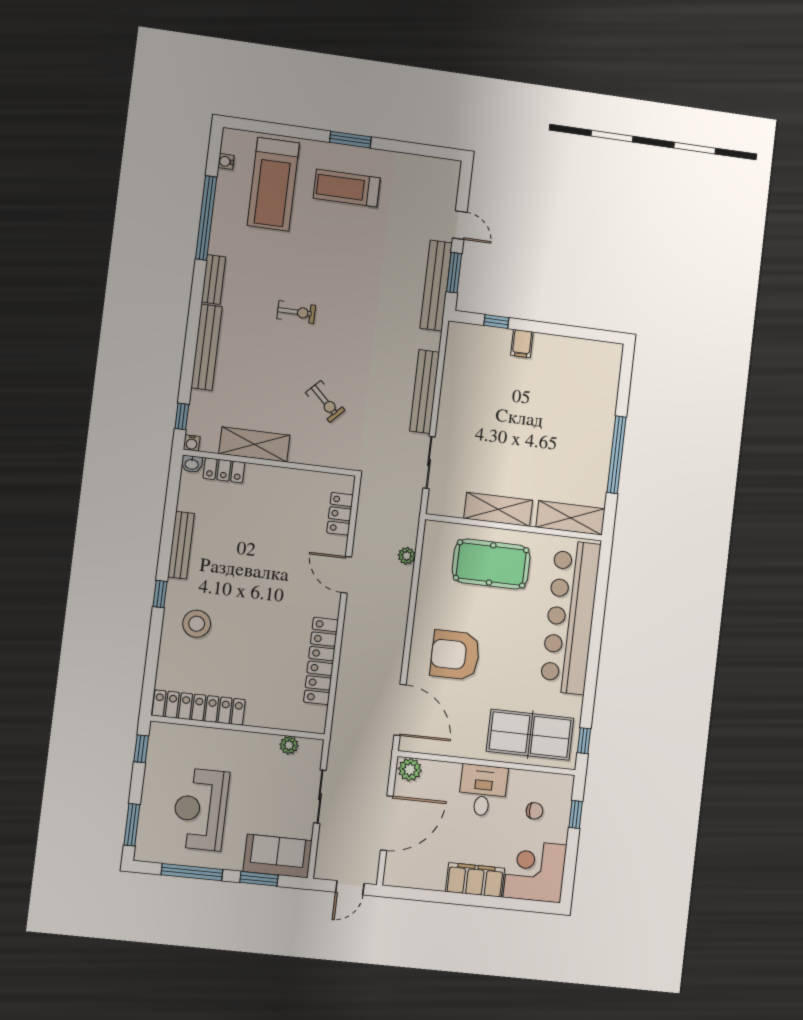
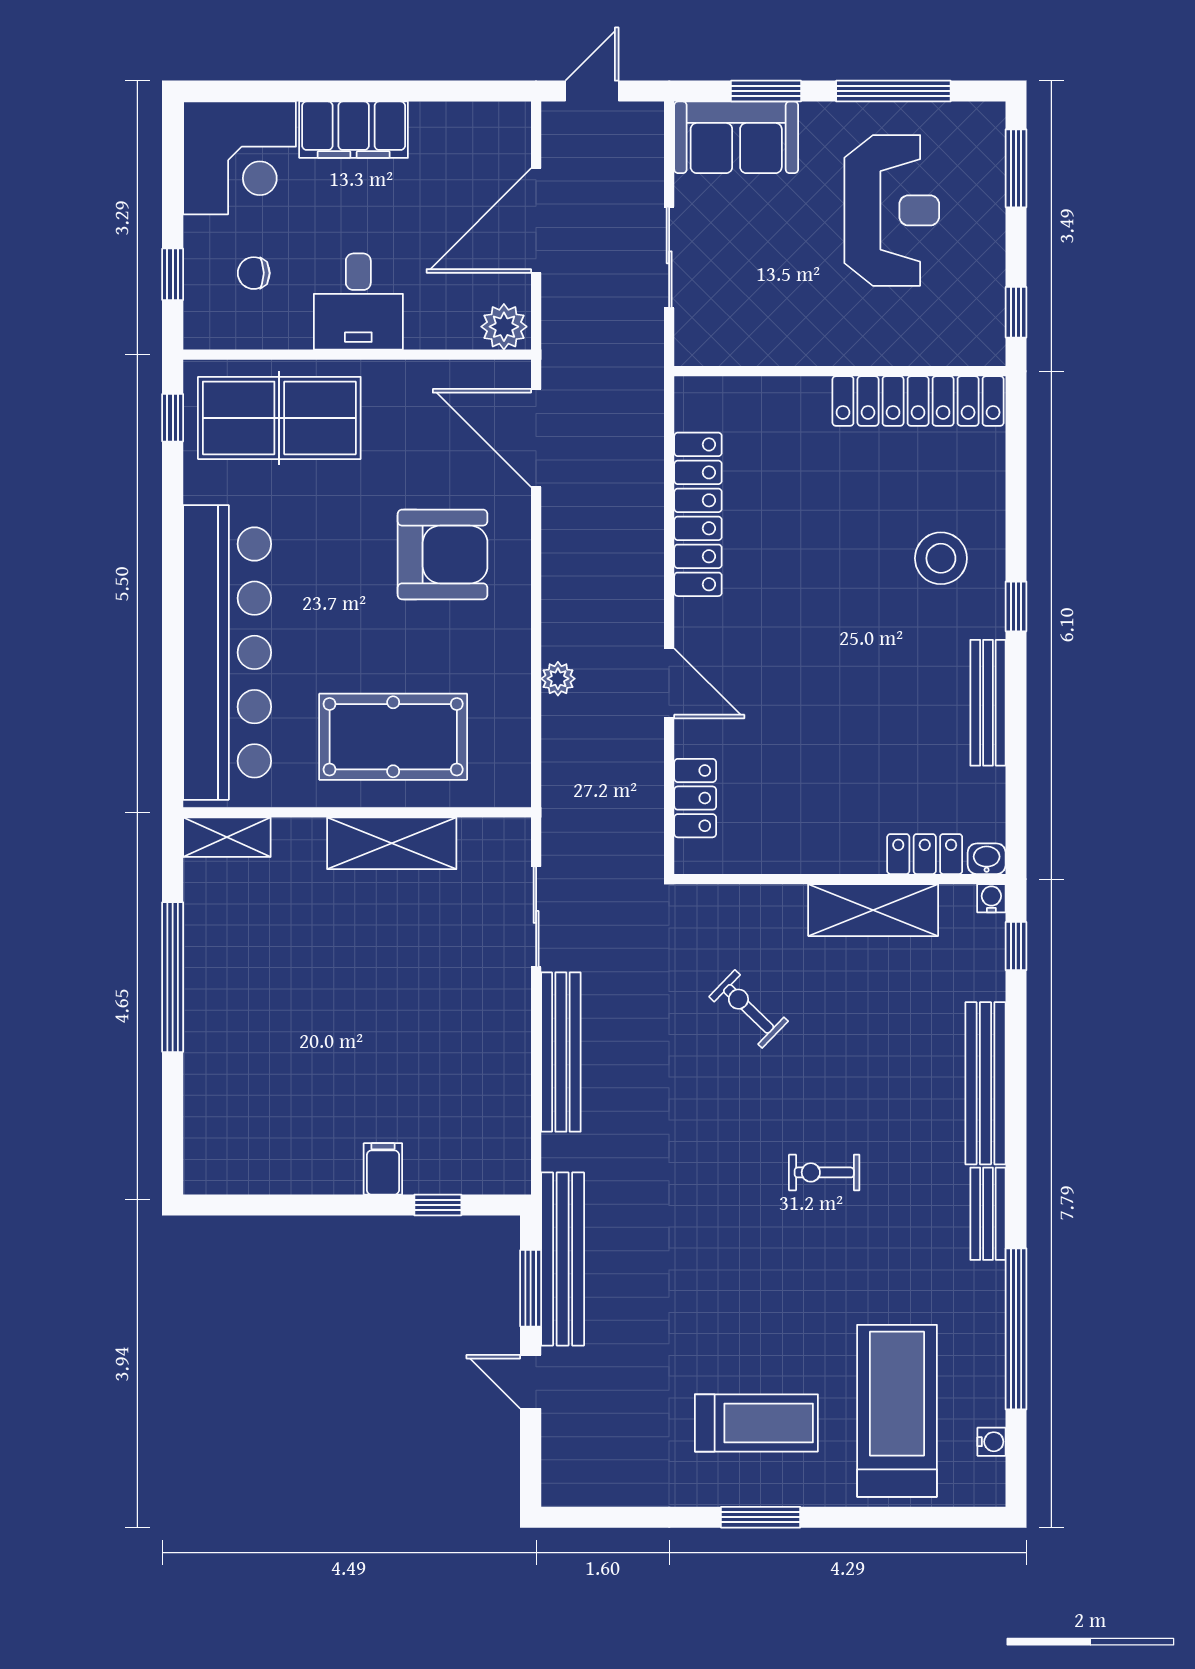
shelving: (571, 518) -> (227, 837), width x0.67, depth x0.75
plant: (407, 556) -> (558, 679), moved
plant: (289, 745) -> (740, 348), removed

